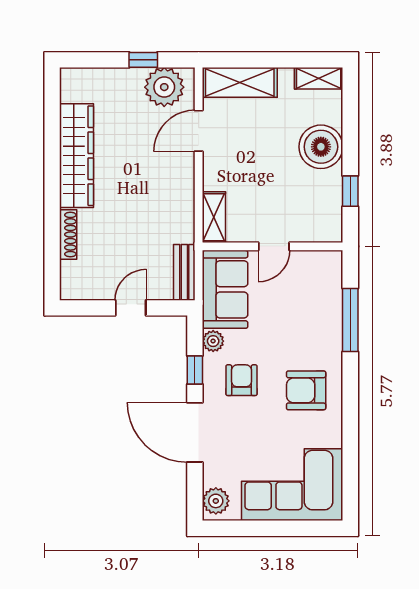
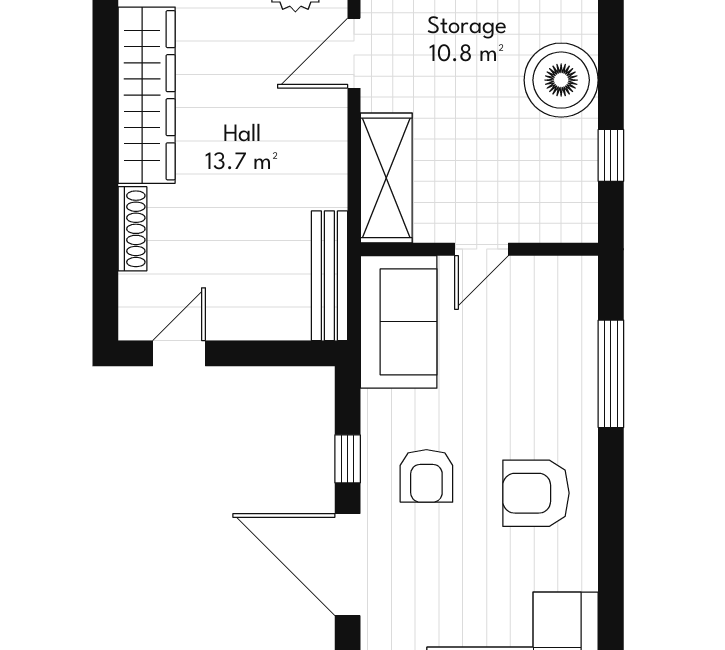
shelving: (214, 217) -> (386, 178), width x1.50, depth x1.33
bench: (184, 272) -> (329, 276), width x1.36
door: (131, 308) -> (179, 353), moved
plant: (213, 341) -> (378, 410), removed
armchair: (242, 380) -> (426, 476), turned 180

